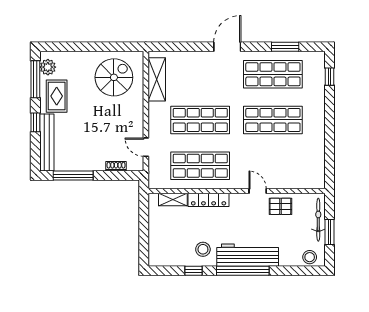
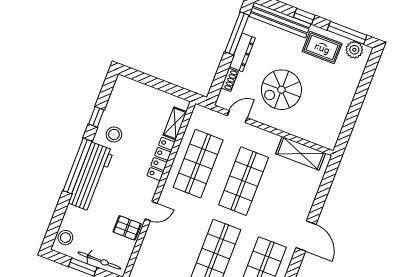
spiral stairs: (114, 77) -> (281, 90), moved, turned 90
dresser: (88, 165) -> (242, 52), added
pallet: (280, 206) -> (127, 228), turned 90

